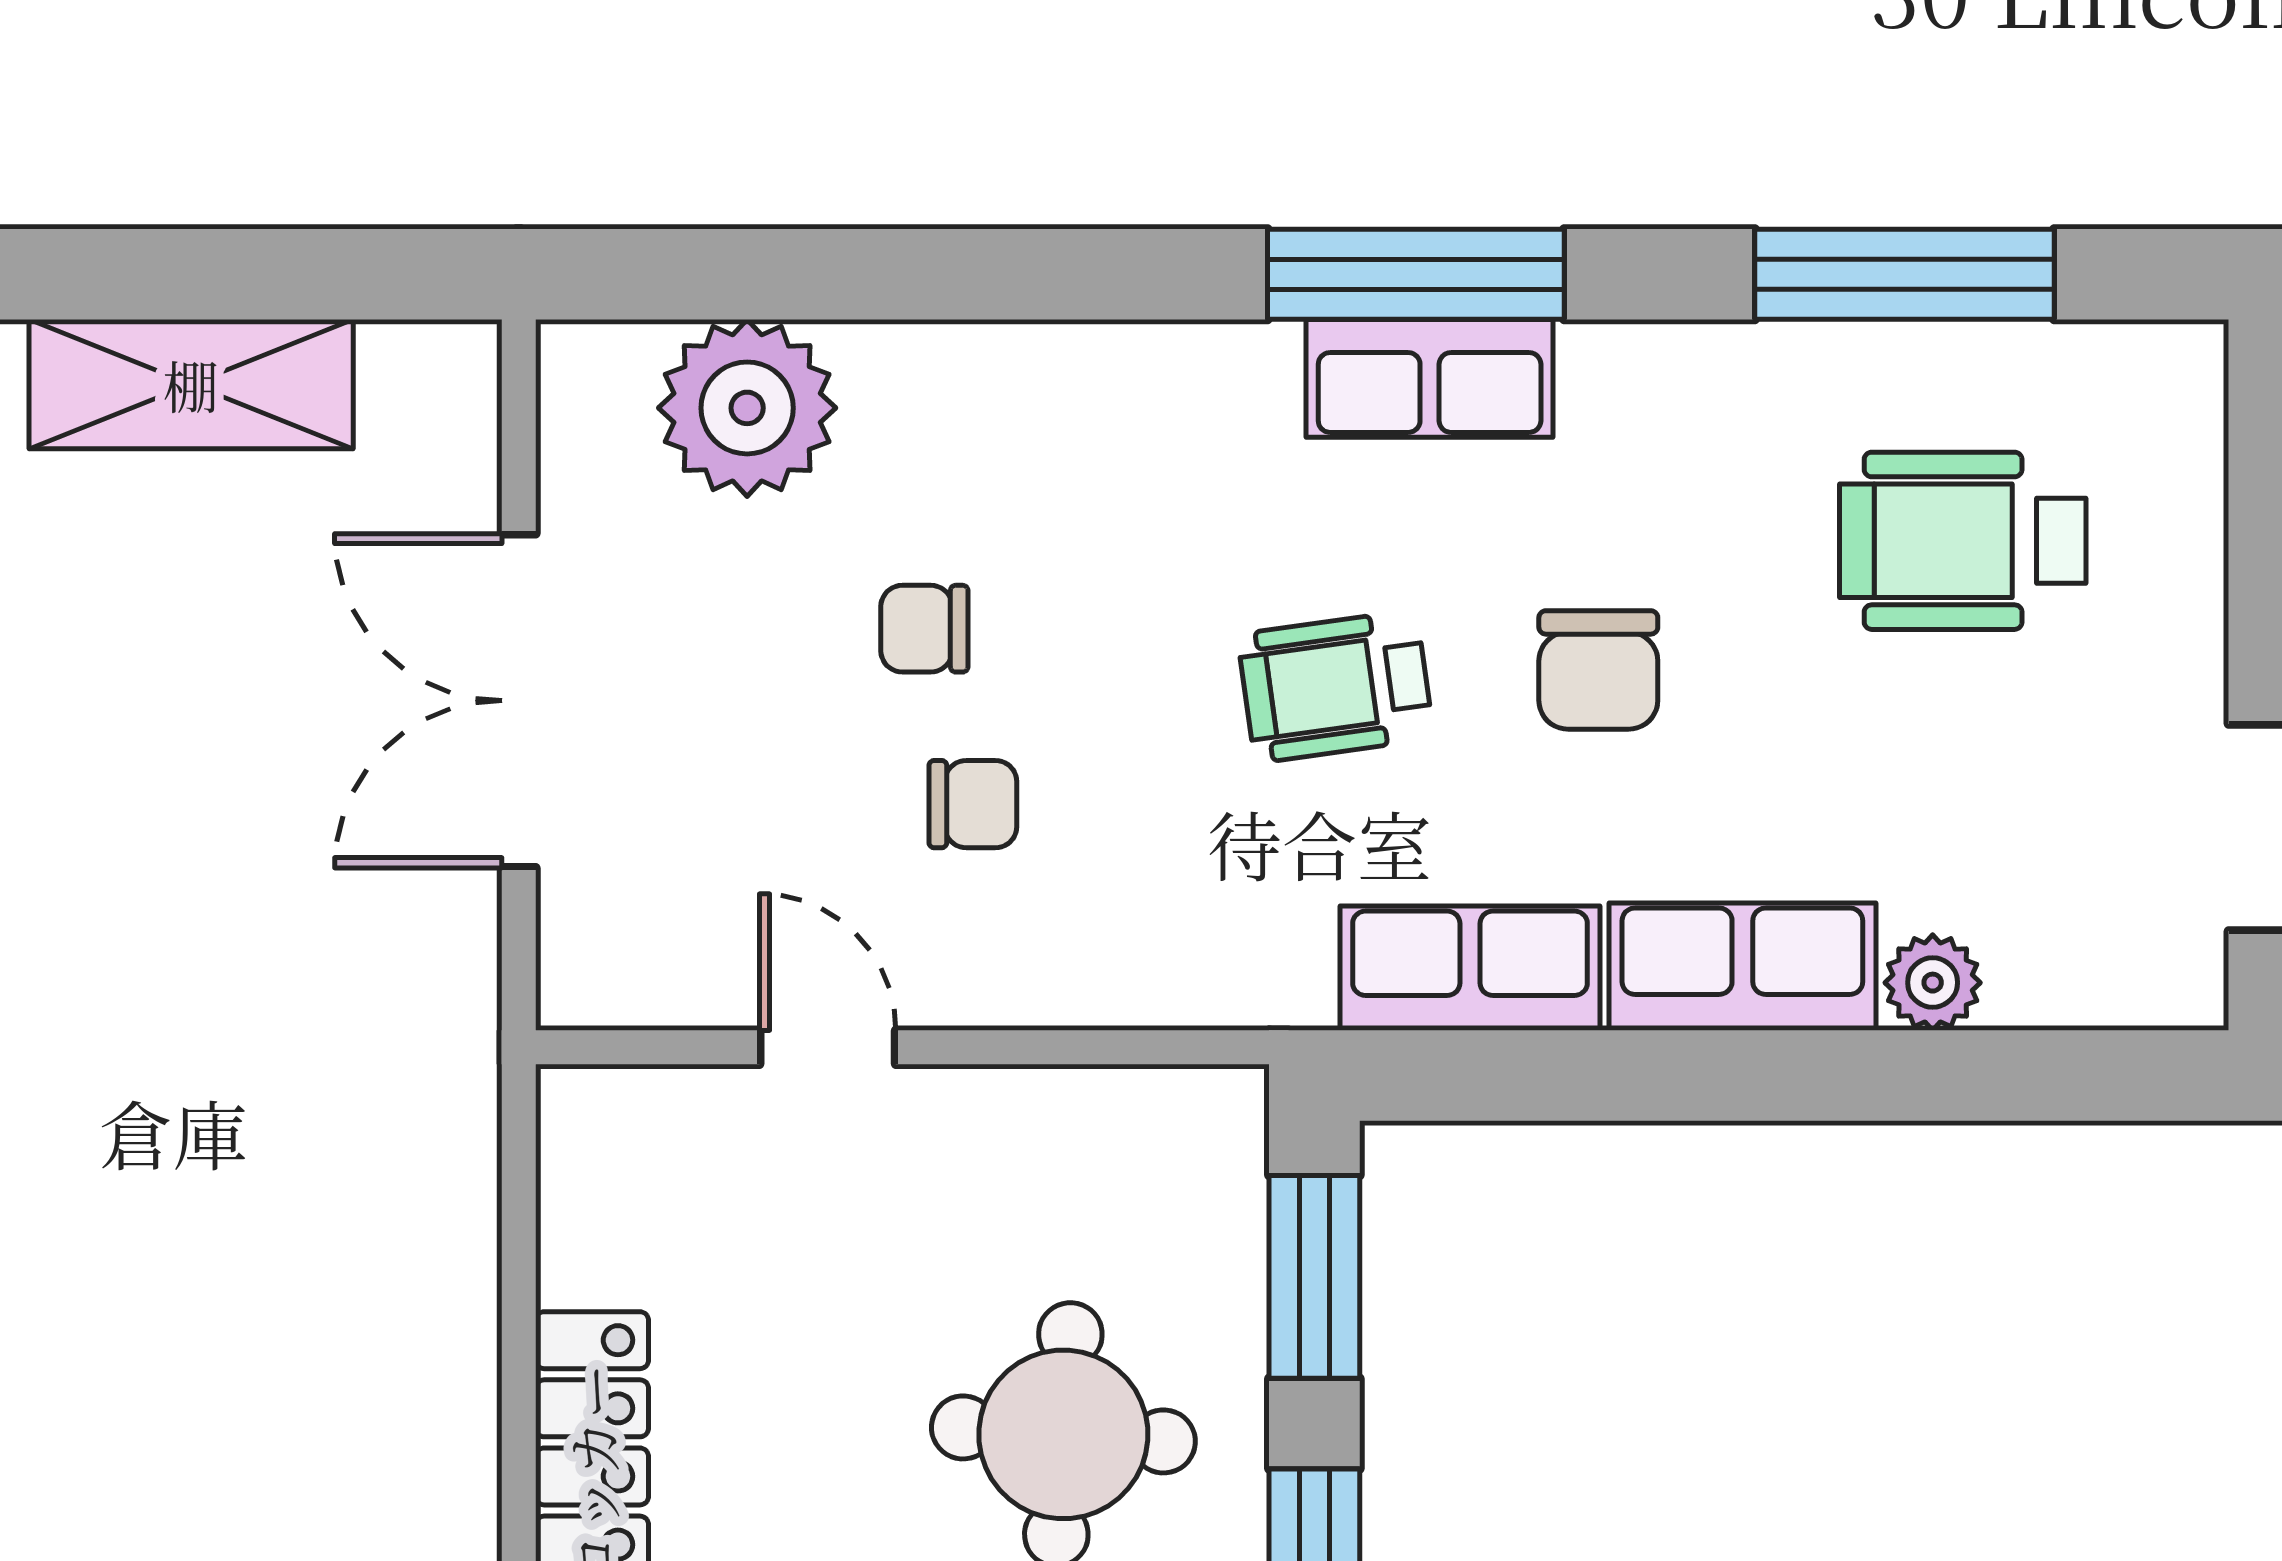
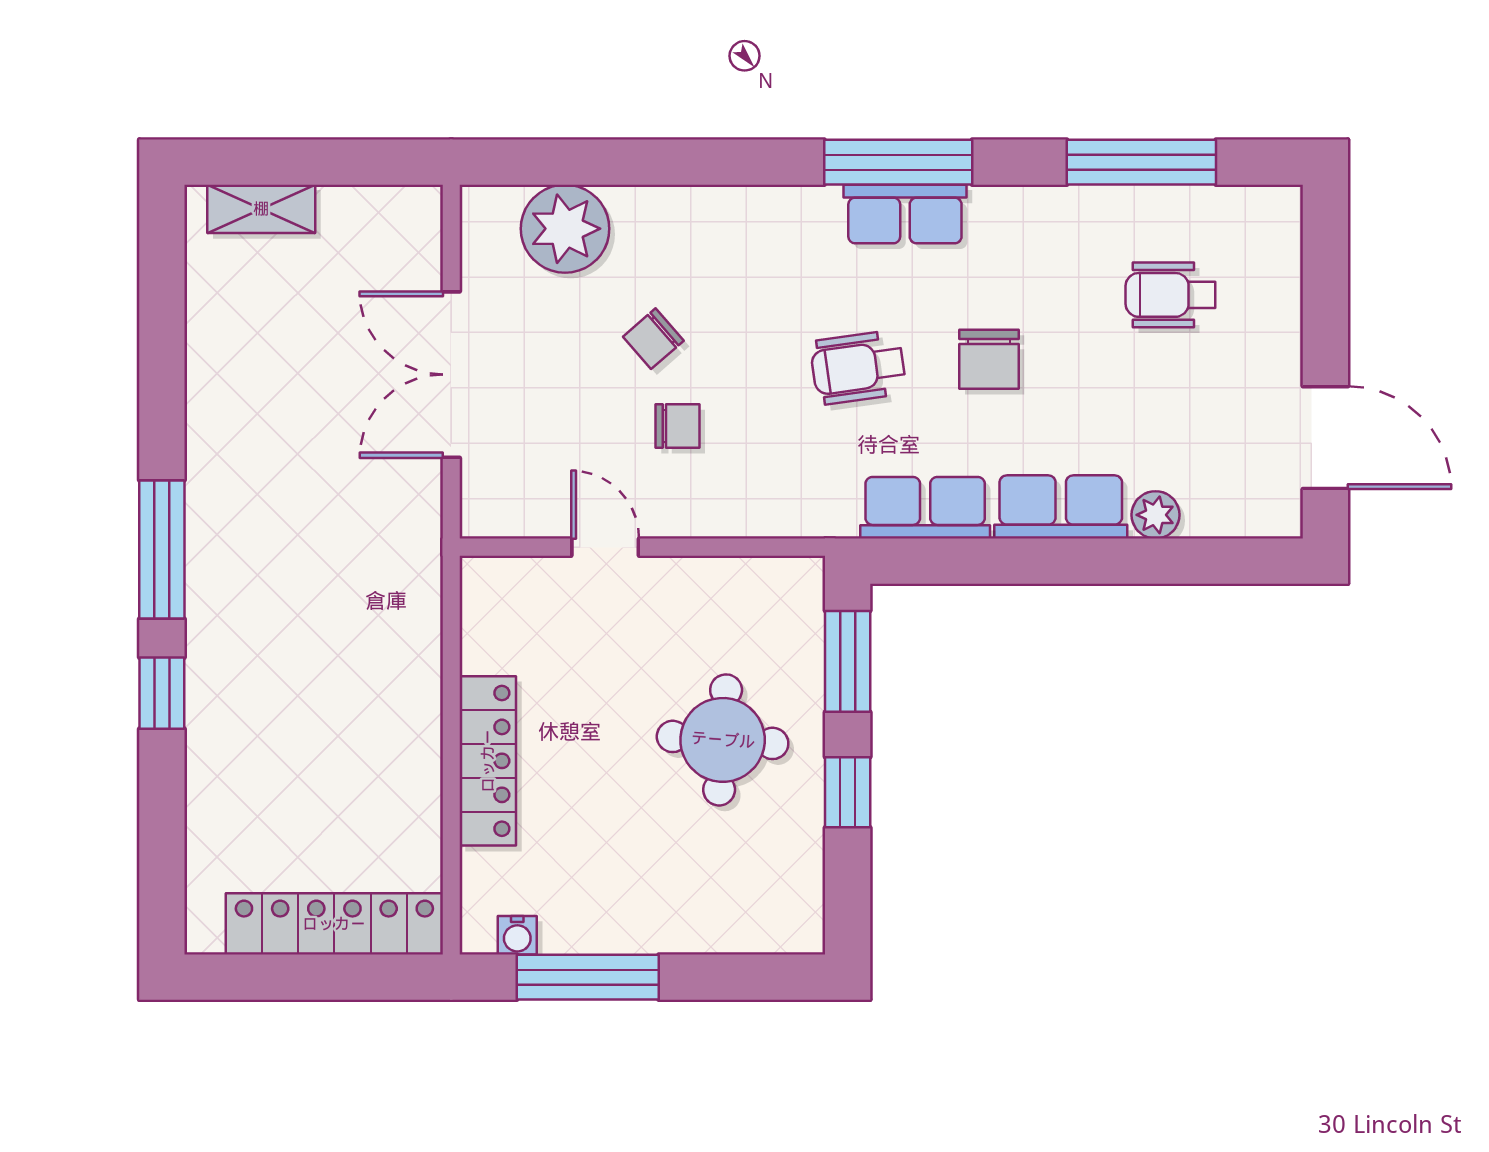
shelving: (191, 384) -> (261, 209), width x0.67, depth x0.75
wheelchair: (1963, 541) -> (1171, 295), width x0.73, depth x0.73
chair: (924, 629) -> (653, 339), turned -41

